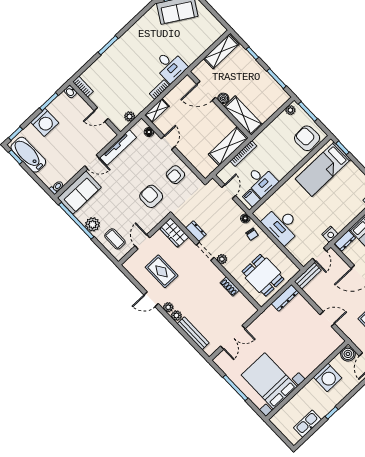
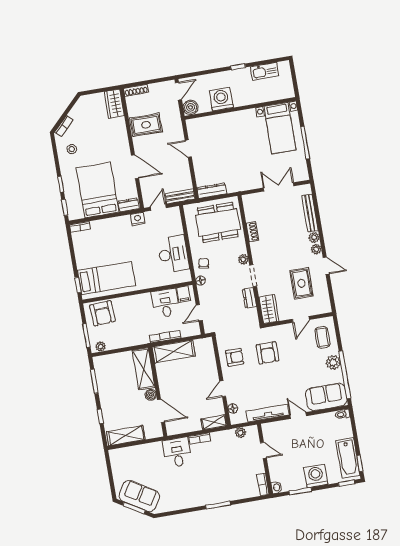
dining table: (263, 275) -> (218, 222), width x1.38
bed with nightstands: (269, 381) -> (280, 128), width x0.73

